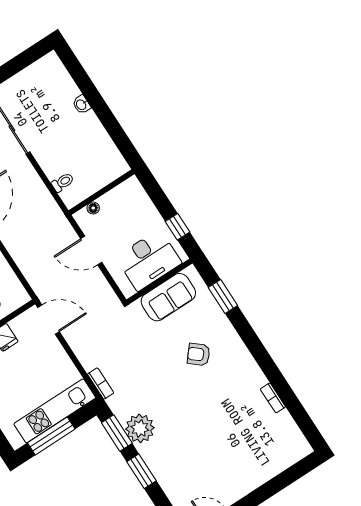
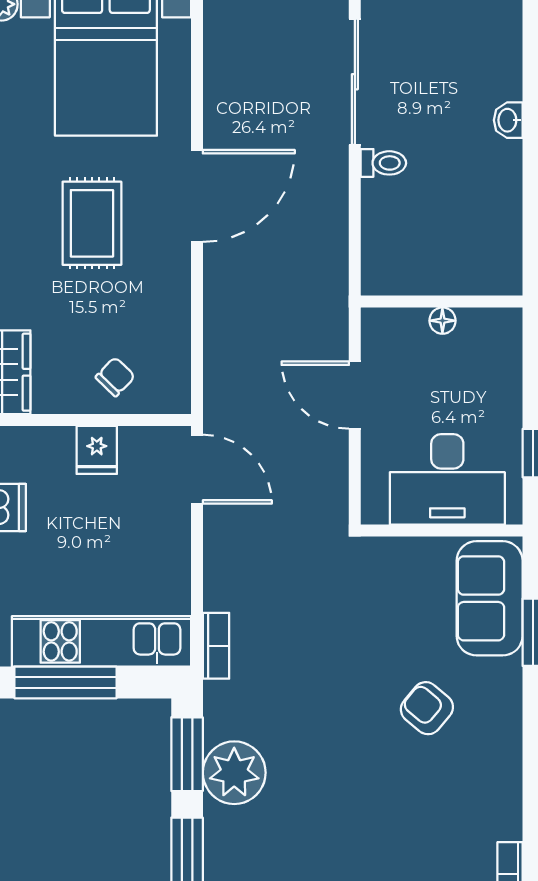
toilet: (63, 182) -> (383, 163), moved
floor lamp: (93, 208) -> (442, 321), moved
sofa: (168, 297) -> (490, 598), moved, turned 90

